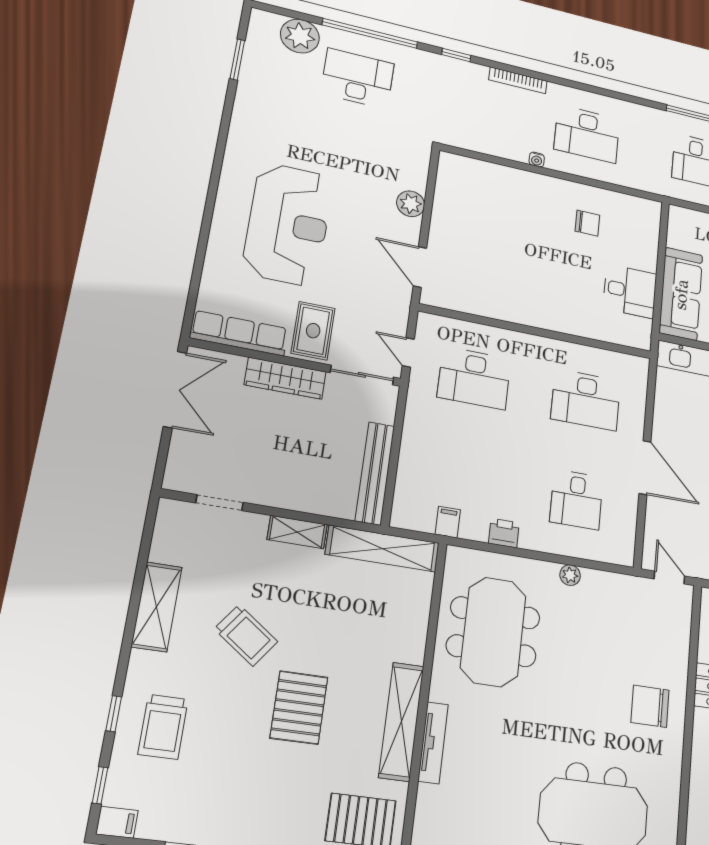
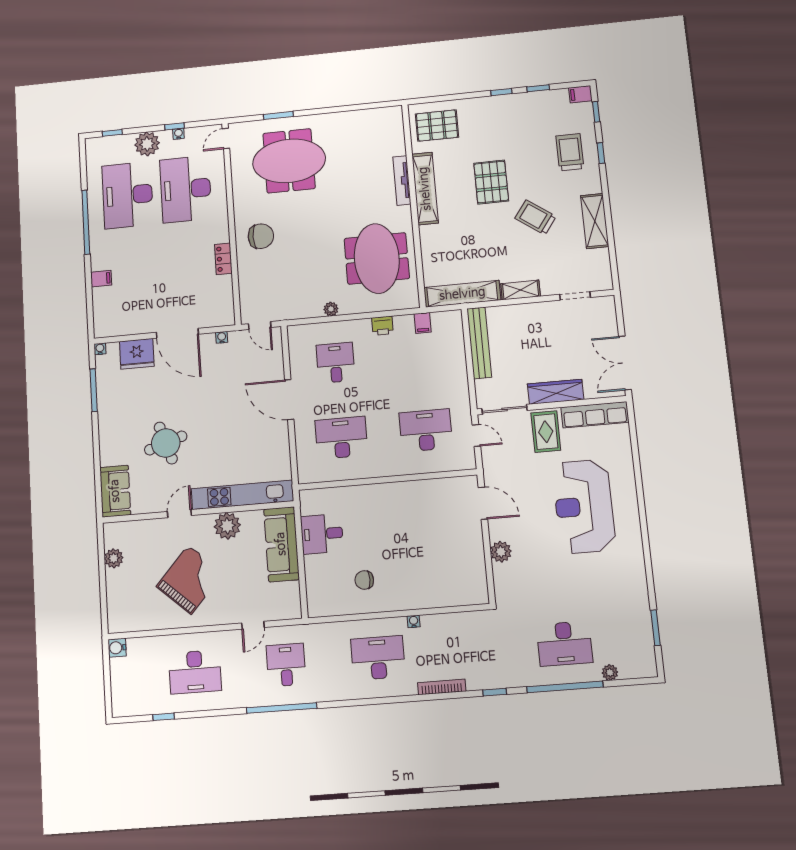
plant: (300, 36) -> (610, 672), width x0.53, depth x0.53

